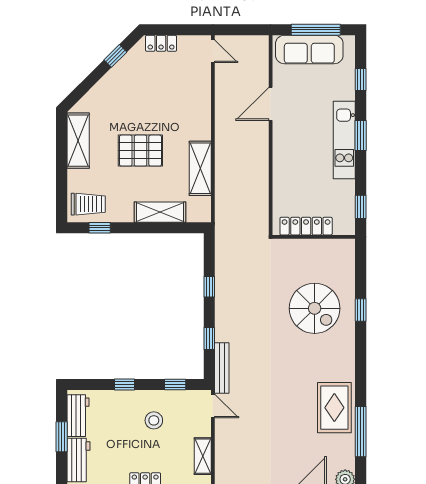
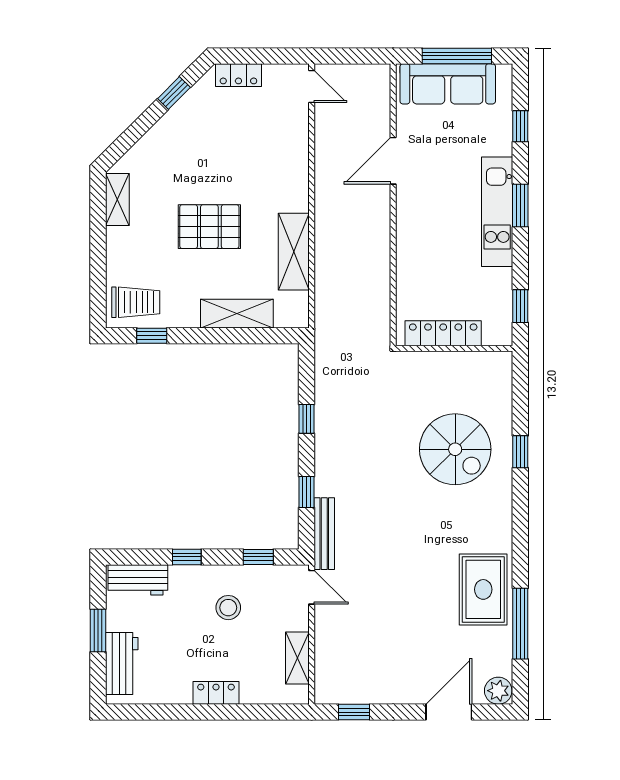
shelving: (78, 141) -> (117, 200), width x0.67, depth x0.75
workbench: (78, 416) -> (138, 580), moved, turned 90

